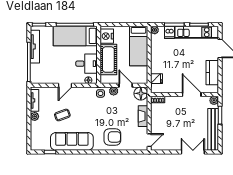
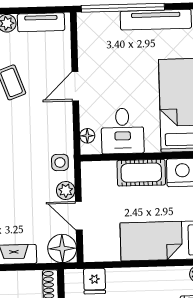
cot: (108, 60) -> (141, 173), width x0.73, depth x0.75
door: (65, 85) -> (75, 86), hinge flipped
door: (126, 85) -> (79, 216), swing flipped

